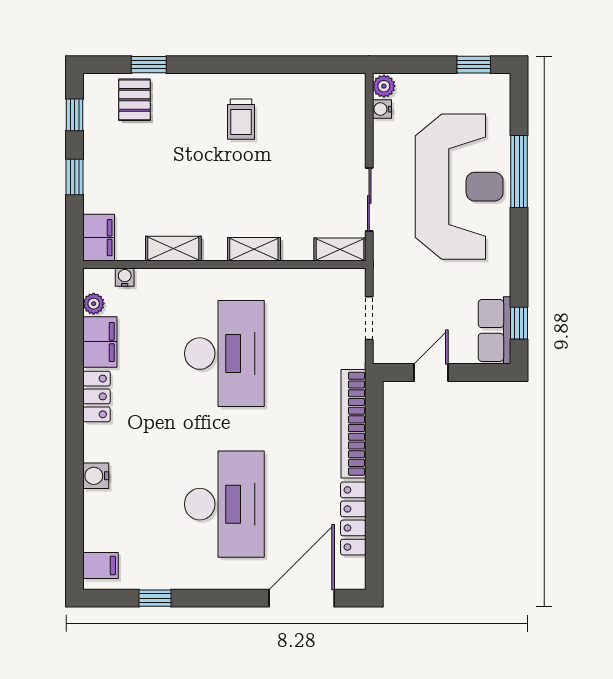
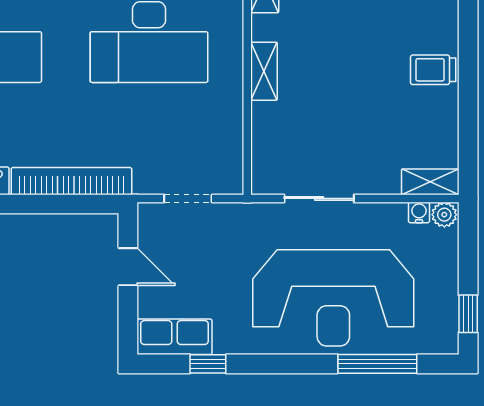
trolley: (241, 119) -> (433, 70), moved
window: (519, 171) -> (377, 364), moved
shelving: (340, 250) -> (430, 182), moved, turned 90
window: (519, 323) -> (208, 364), moved

